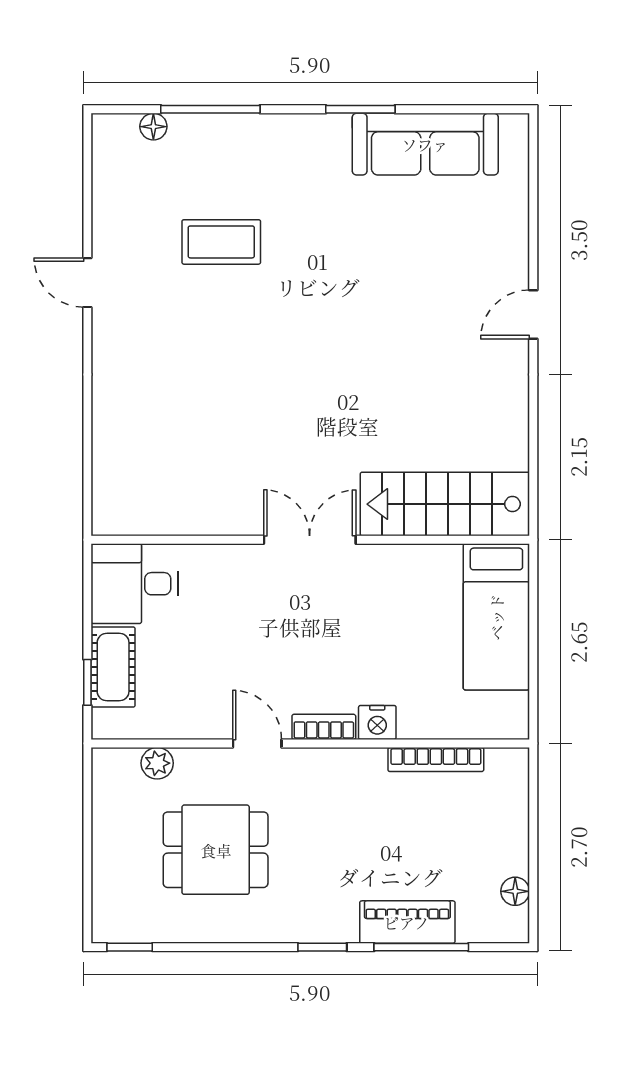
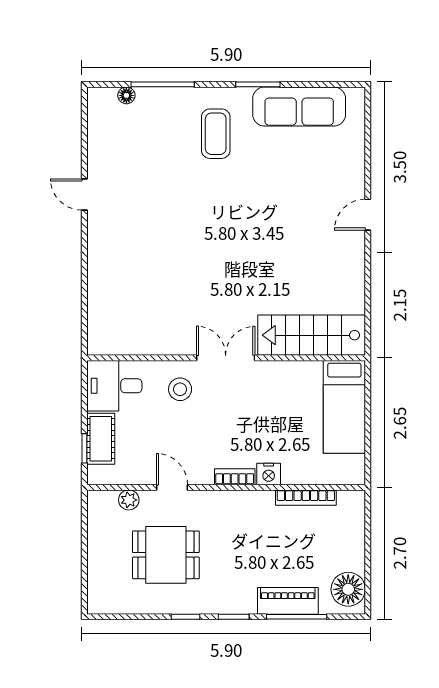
coffee table: (221, 242) -> (216, 134), moved, turned 90
stool: (238, 589) -> (180, 389), added
door: (257, 743) -> (172, 487), moved
floor lamp: (515, 891) -> (348, 589), width x1.89, depth x1.89
window: (130, 947) -> (186, 617), moved

